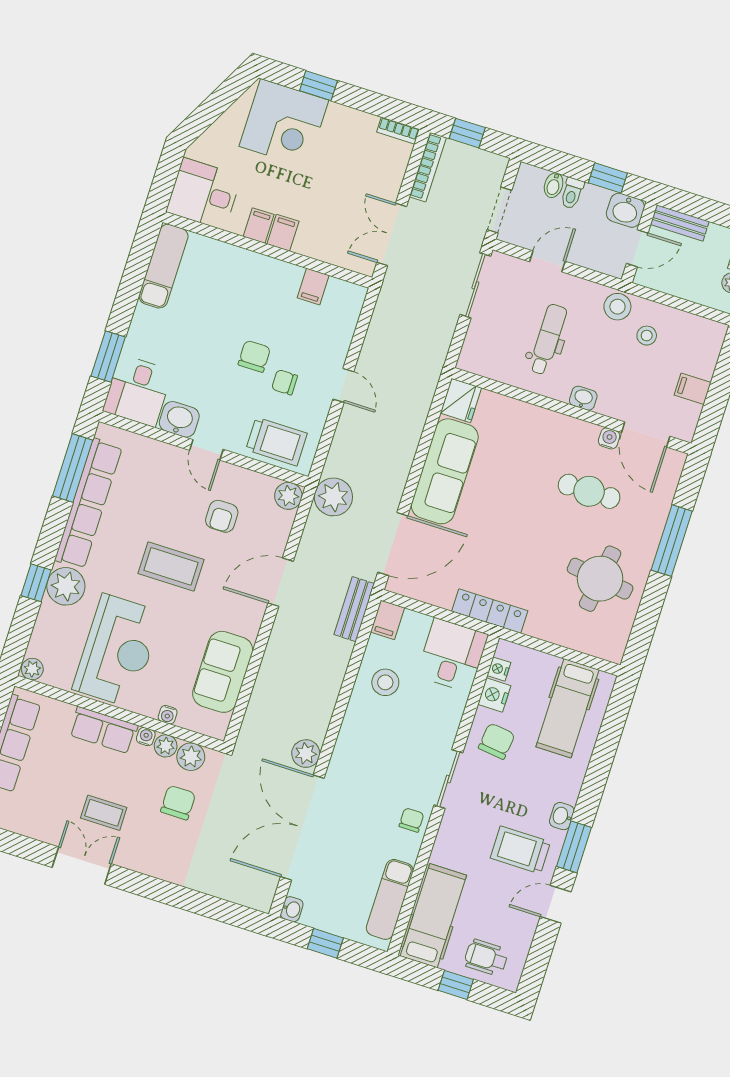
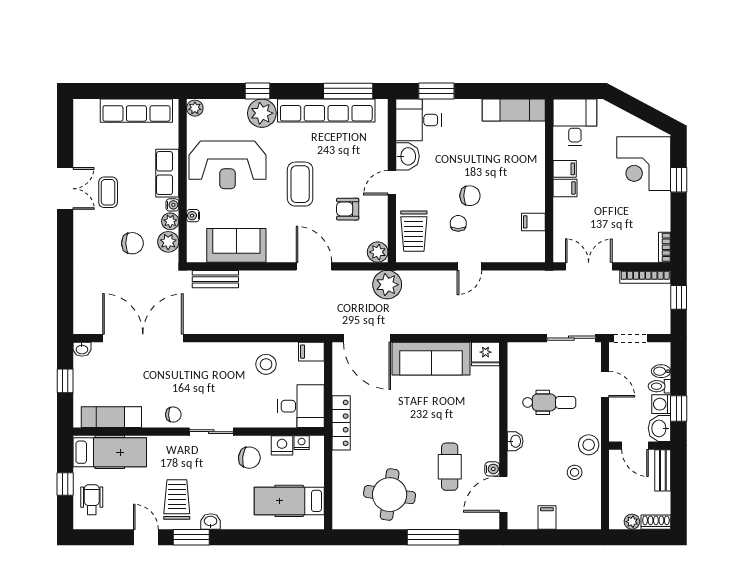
washing machine: (595, 198) -> (661, 404), added
bench: (354, 609) -> (215, 279), moved
plant: (306, 754) -> (197, 324), removed

